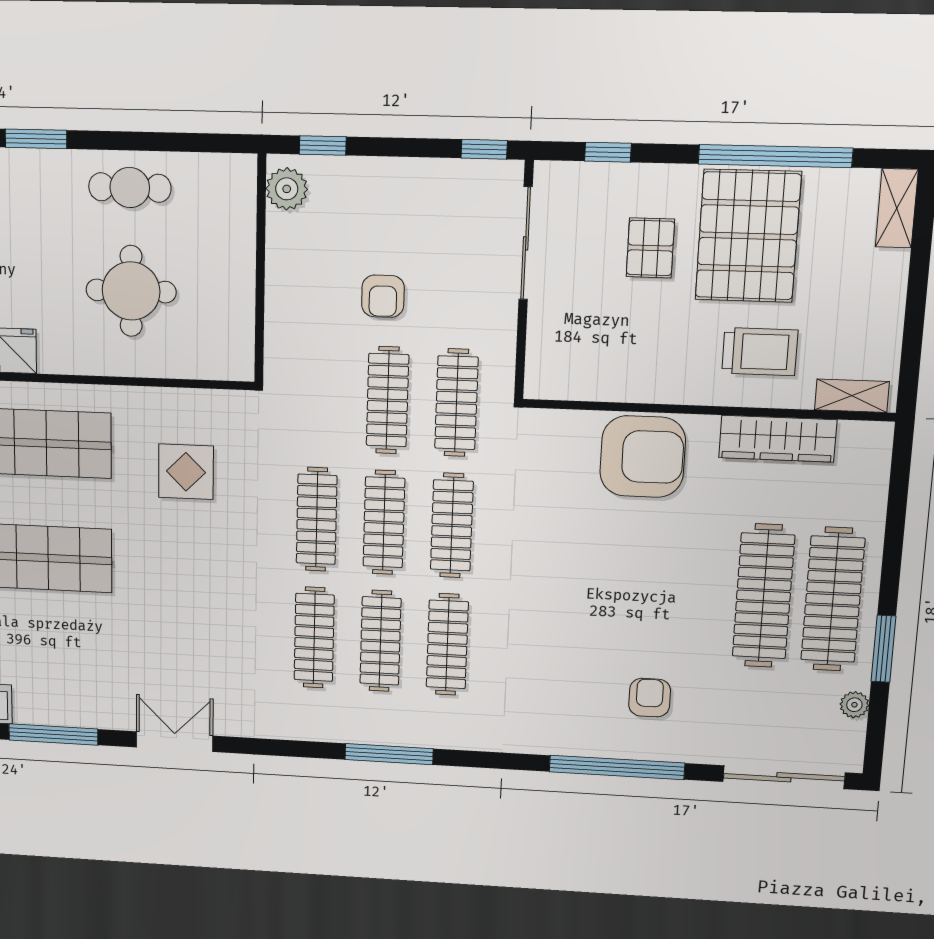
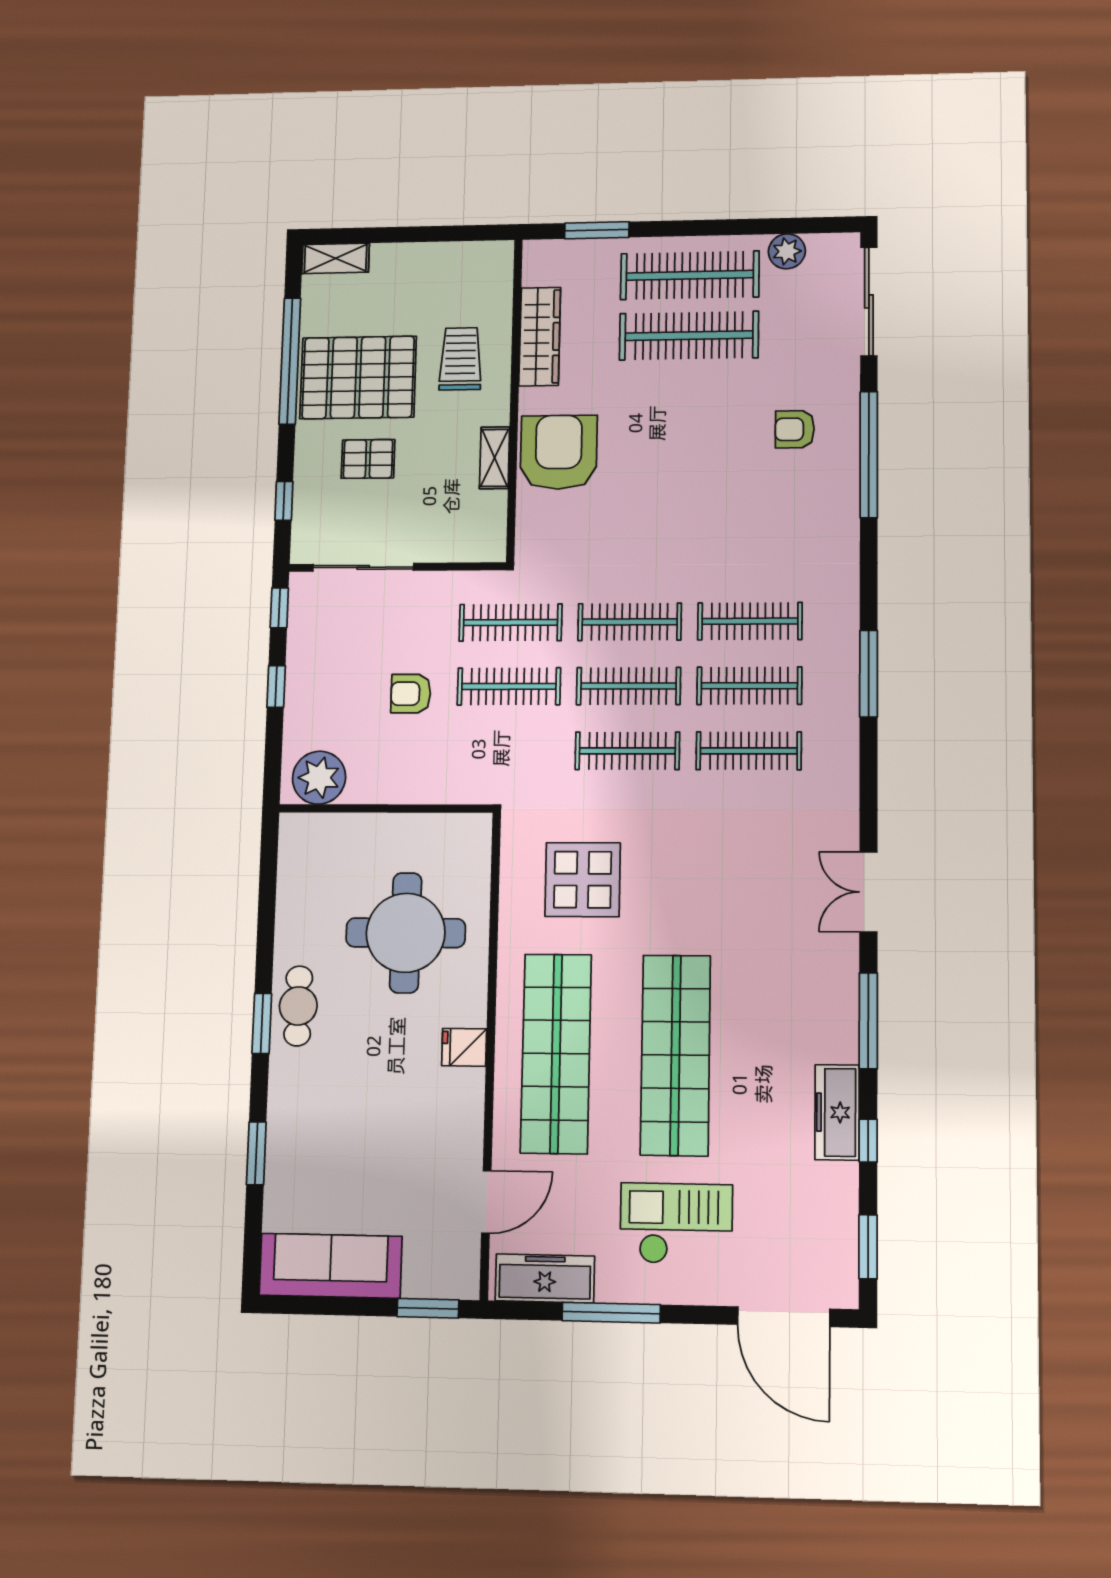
window: (323, 146) -> (276, 686), moved
cafe table: (130, 187) -> (298, 1006), moved
plant: (287, 189) -> (319, 778), width x1.36, depth x1.36
round table: (131, 291) -> (406, 933), width x1.36, depth x1.36
armchair: (383, 296) -> (411, 694), turned 180
shelving: (852, 396) -> (495, 458), moved
display table: (186, 472) -> (583, 880), width x1.36, depth x1.36
window: (884, 649) -> (597, 230), moved
plant: (854, 705) -> (787, 251), width x1.38, depth x1.38

